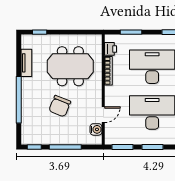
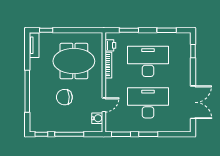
tv unit: (26, 63) -> (34, 45), moved
chair: (60, 106) -> (64, 97), turned 66

